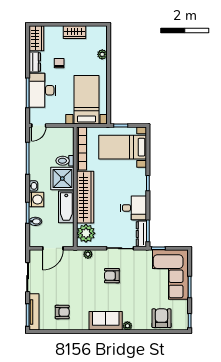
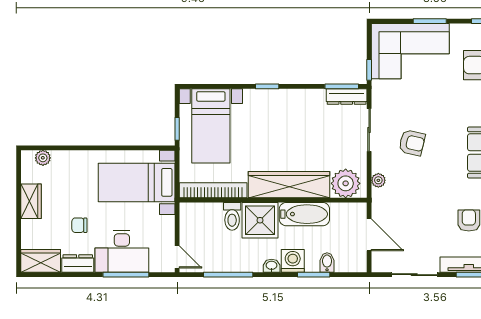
plant: (102, 54) -> (43, 158), moved
desk: (134, 208) -> (306, 109), removed
armchair: (112, 276) -> (412, 143), turned -77

